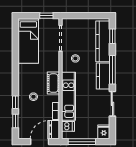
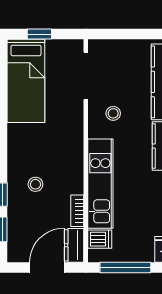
window: (46, 16) -> (39, 34), moved
cot: (53, 83) -> (73, 159), removed

